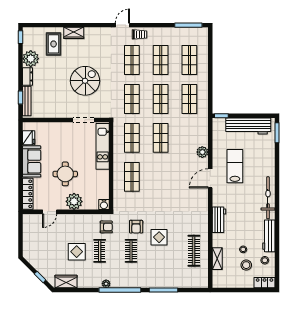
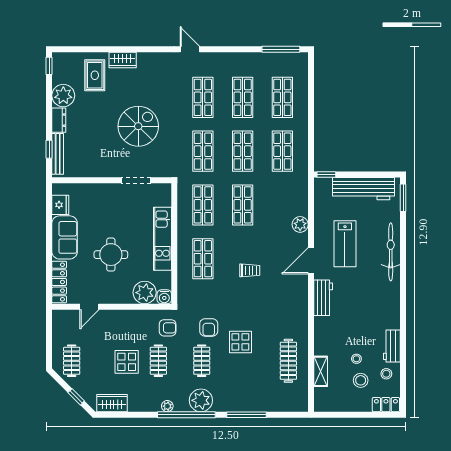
door: (122, 25) -> (190, 49), hinge flipped
trolley: (139, 34) -> (250, 270), moved
kitchen unit: (103, 146) -> (162, 239), moved
lab bench: (235, 166) -> (345, 244), turned 180
bicycle: (268, 198) -> (391, 252), moved
plant: (74, 201) -> (145, 293), moved
workbench: (219, 220) -> (323, 298), moved
workbench: (269, 236) -> (392, 346), width x0.73
clothes rail: (37, 251) -> (72, 361), added
plant: (130, 280) -> (201, 400), added

